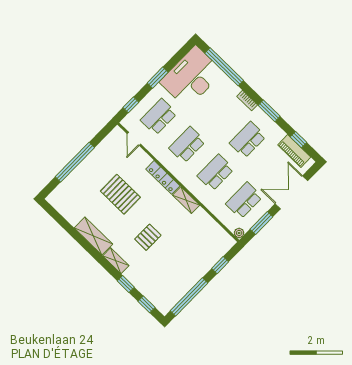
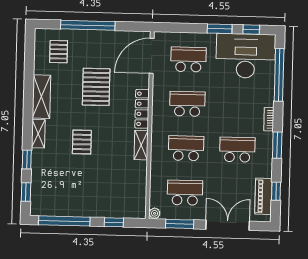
window: (131, 105) -> (251, 30), moved
door: (134, 139) -> (152, 56), width x1.87
pallet: (74, 197) -> (59, 52), added
pallet: (148, 237) -> (82, 142), turned 90

